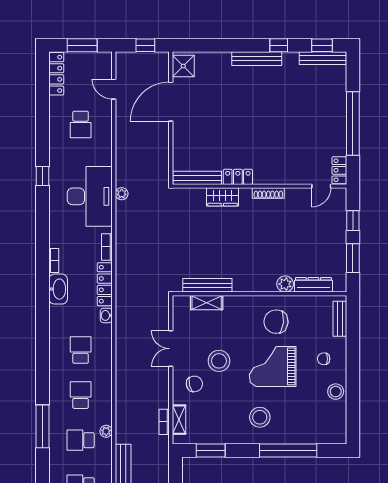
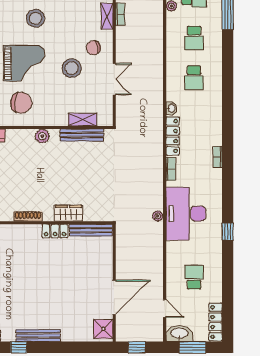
plant: (285, 284) -> (42, 136), moved
washbasin: (58, 289) -> (179, 334), moved, turned 90

